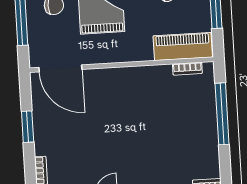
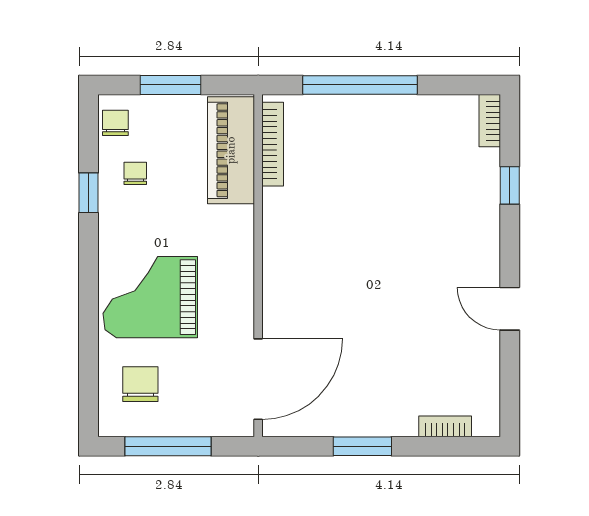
bookcase: (187, 69) -> (273, 144), width x1.56

